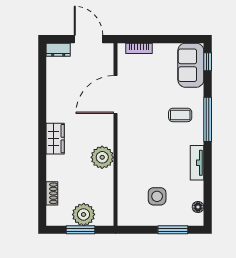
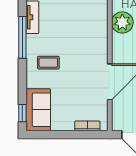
window: (208, 119) -> (22, 37), moved

